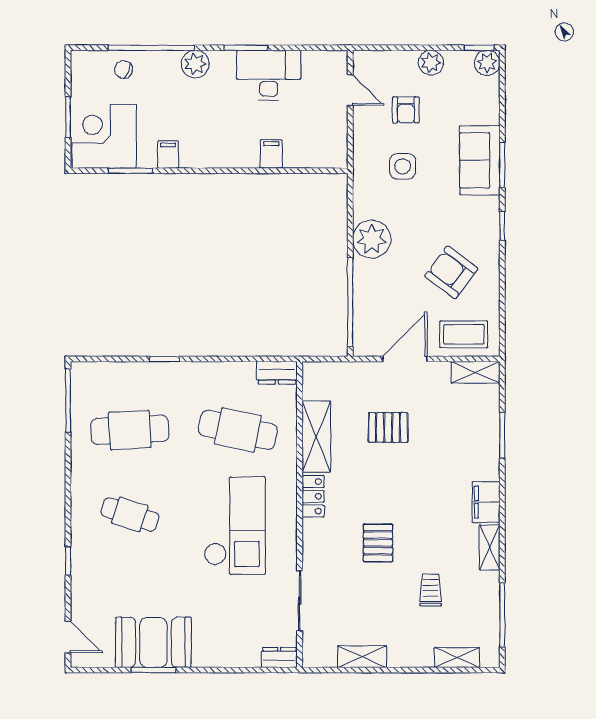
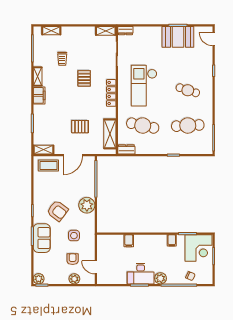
plant: (431, 63) -> (74, 279), moved
desk: (269, 75) -> (141, 274), moved
armchair: (451, 272) -> (57, 211), moved
shelving: (316, 437) -> (110, 134), moved
locker: (313, 496) -> (111, 93), width x1.53
shelving: (362, 657) -> (106, 31), moved

